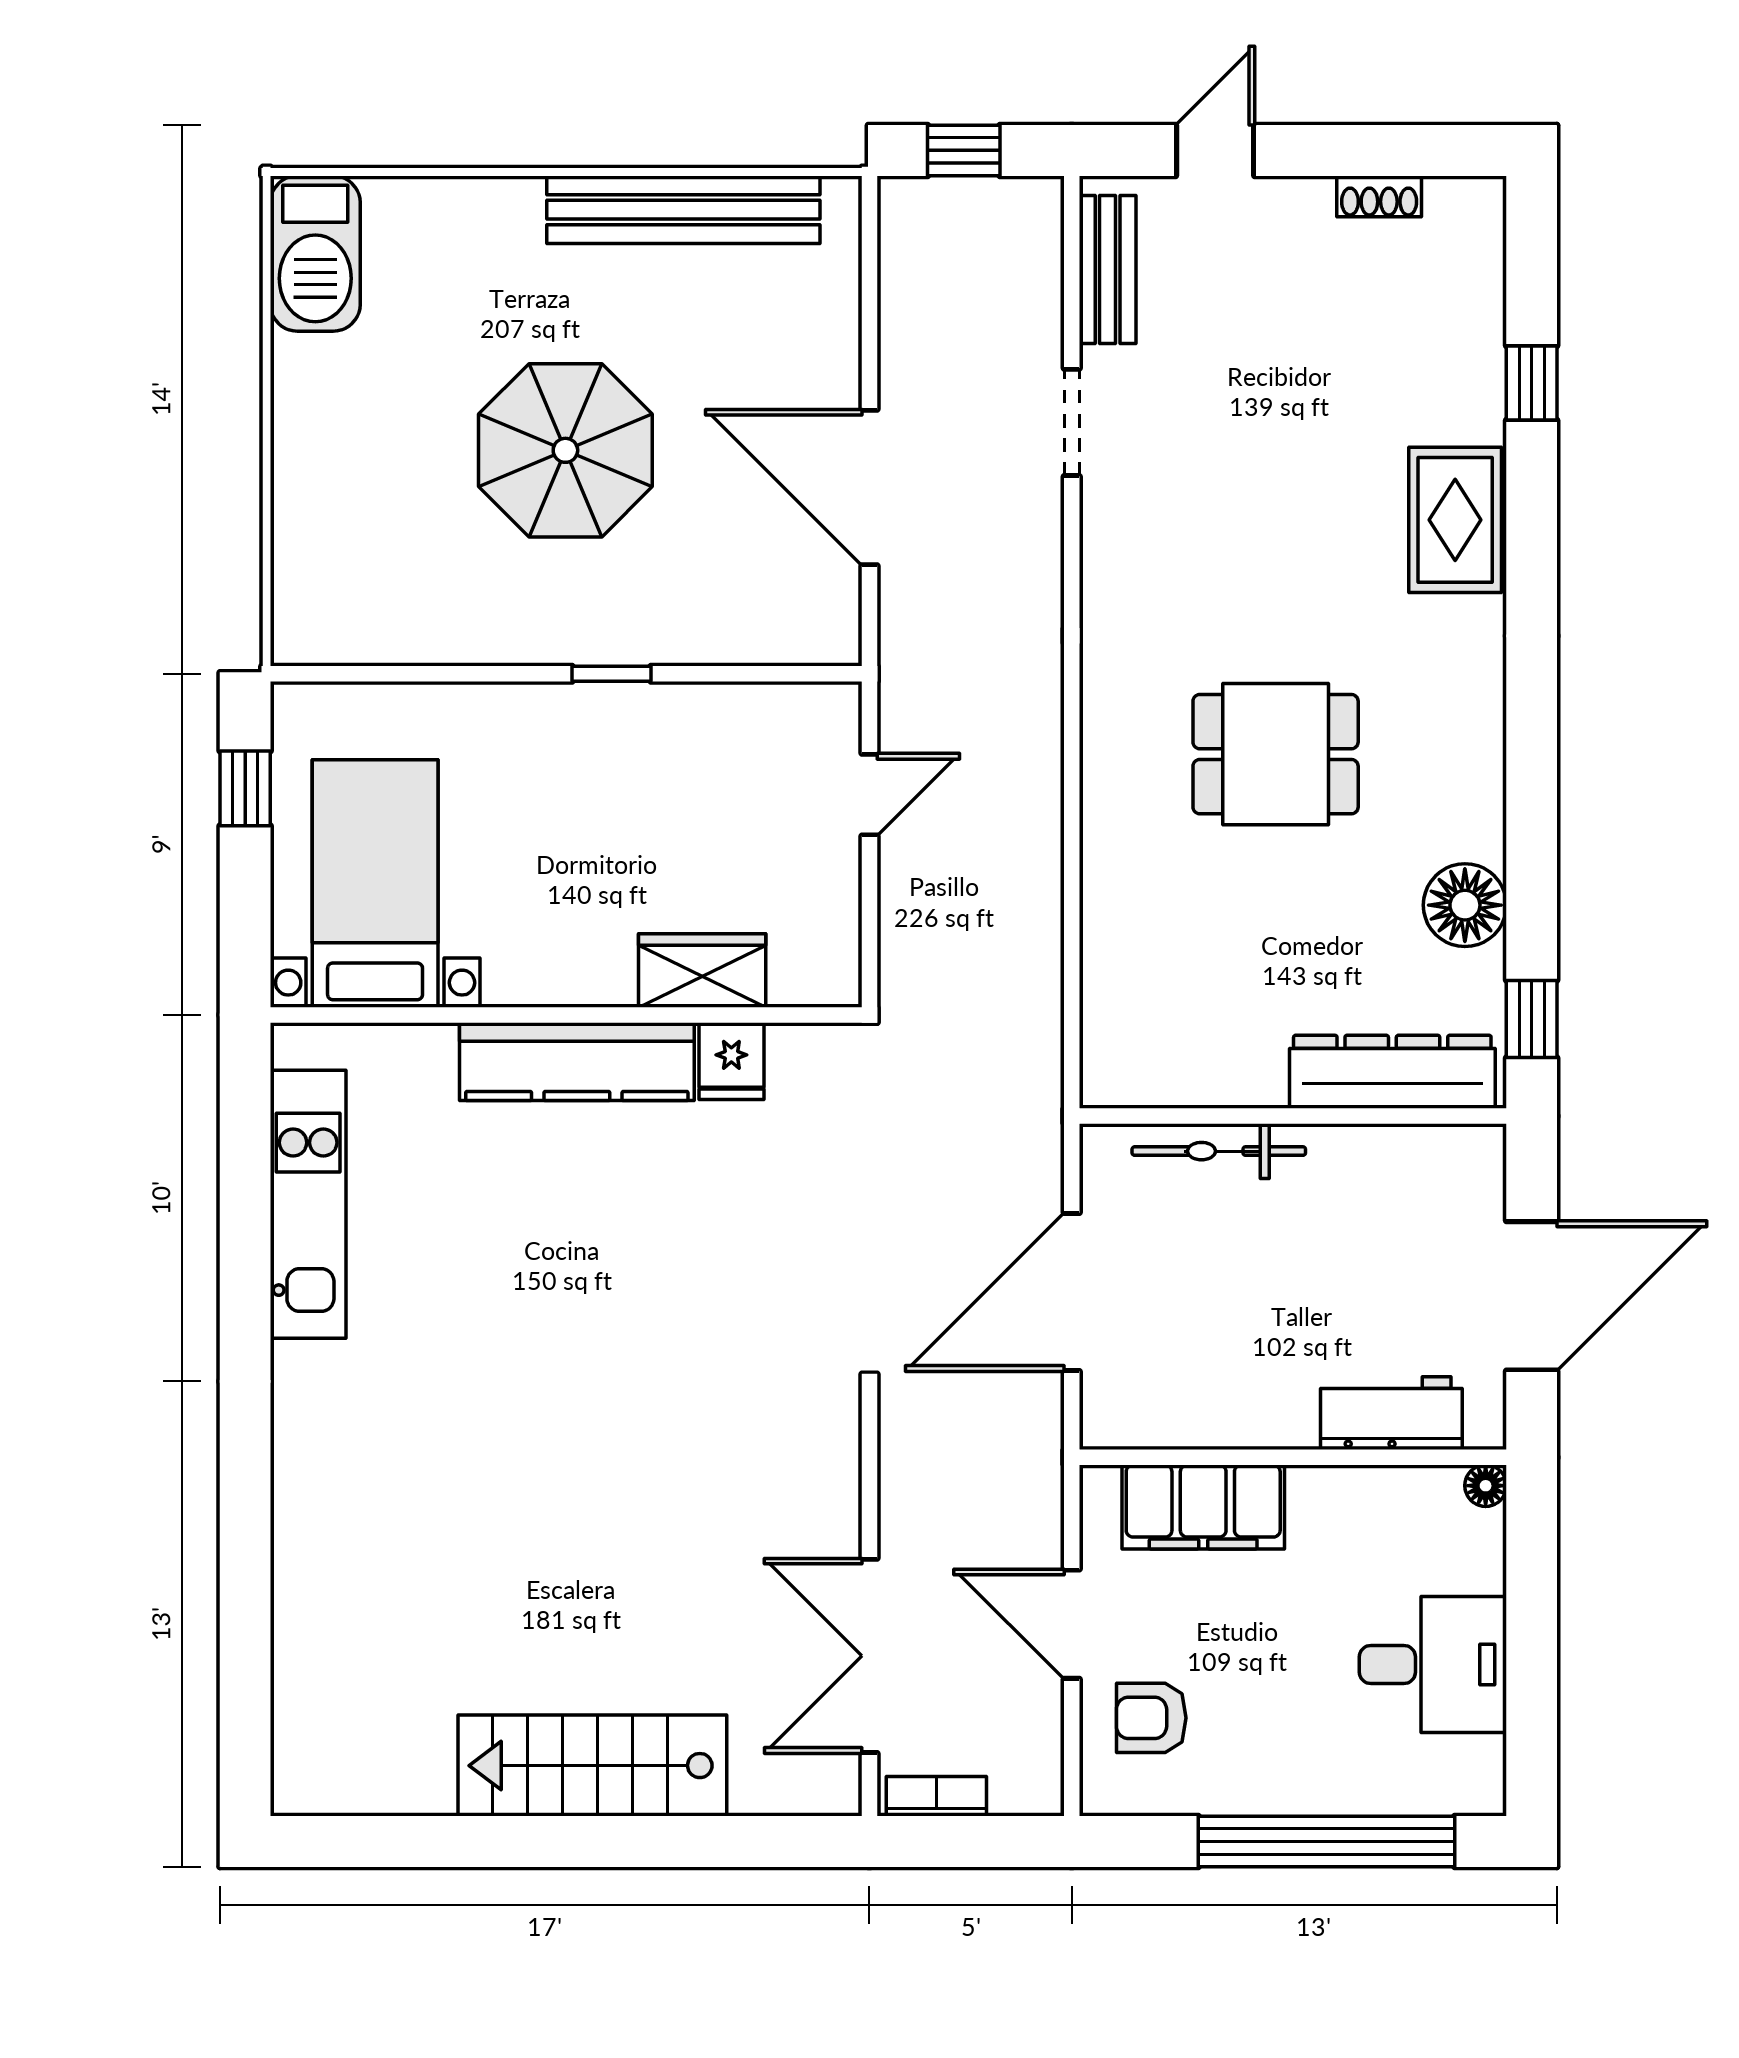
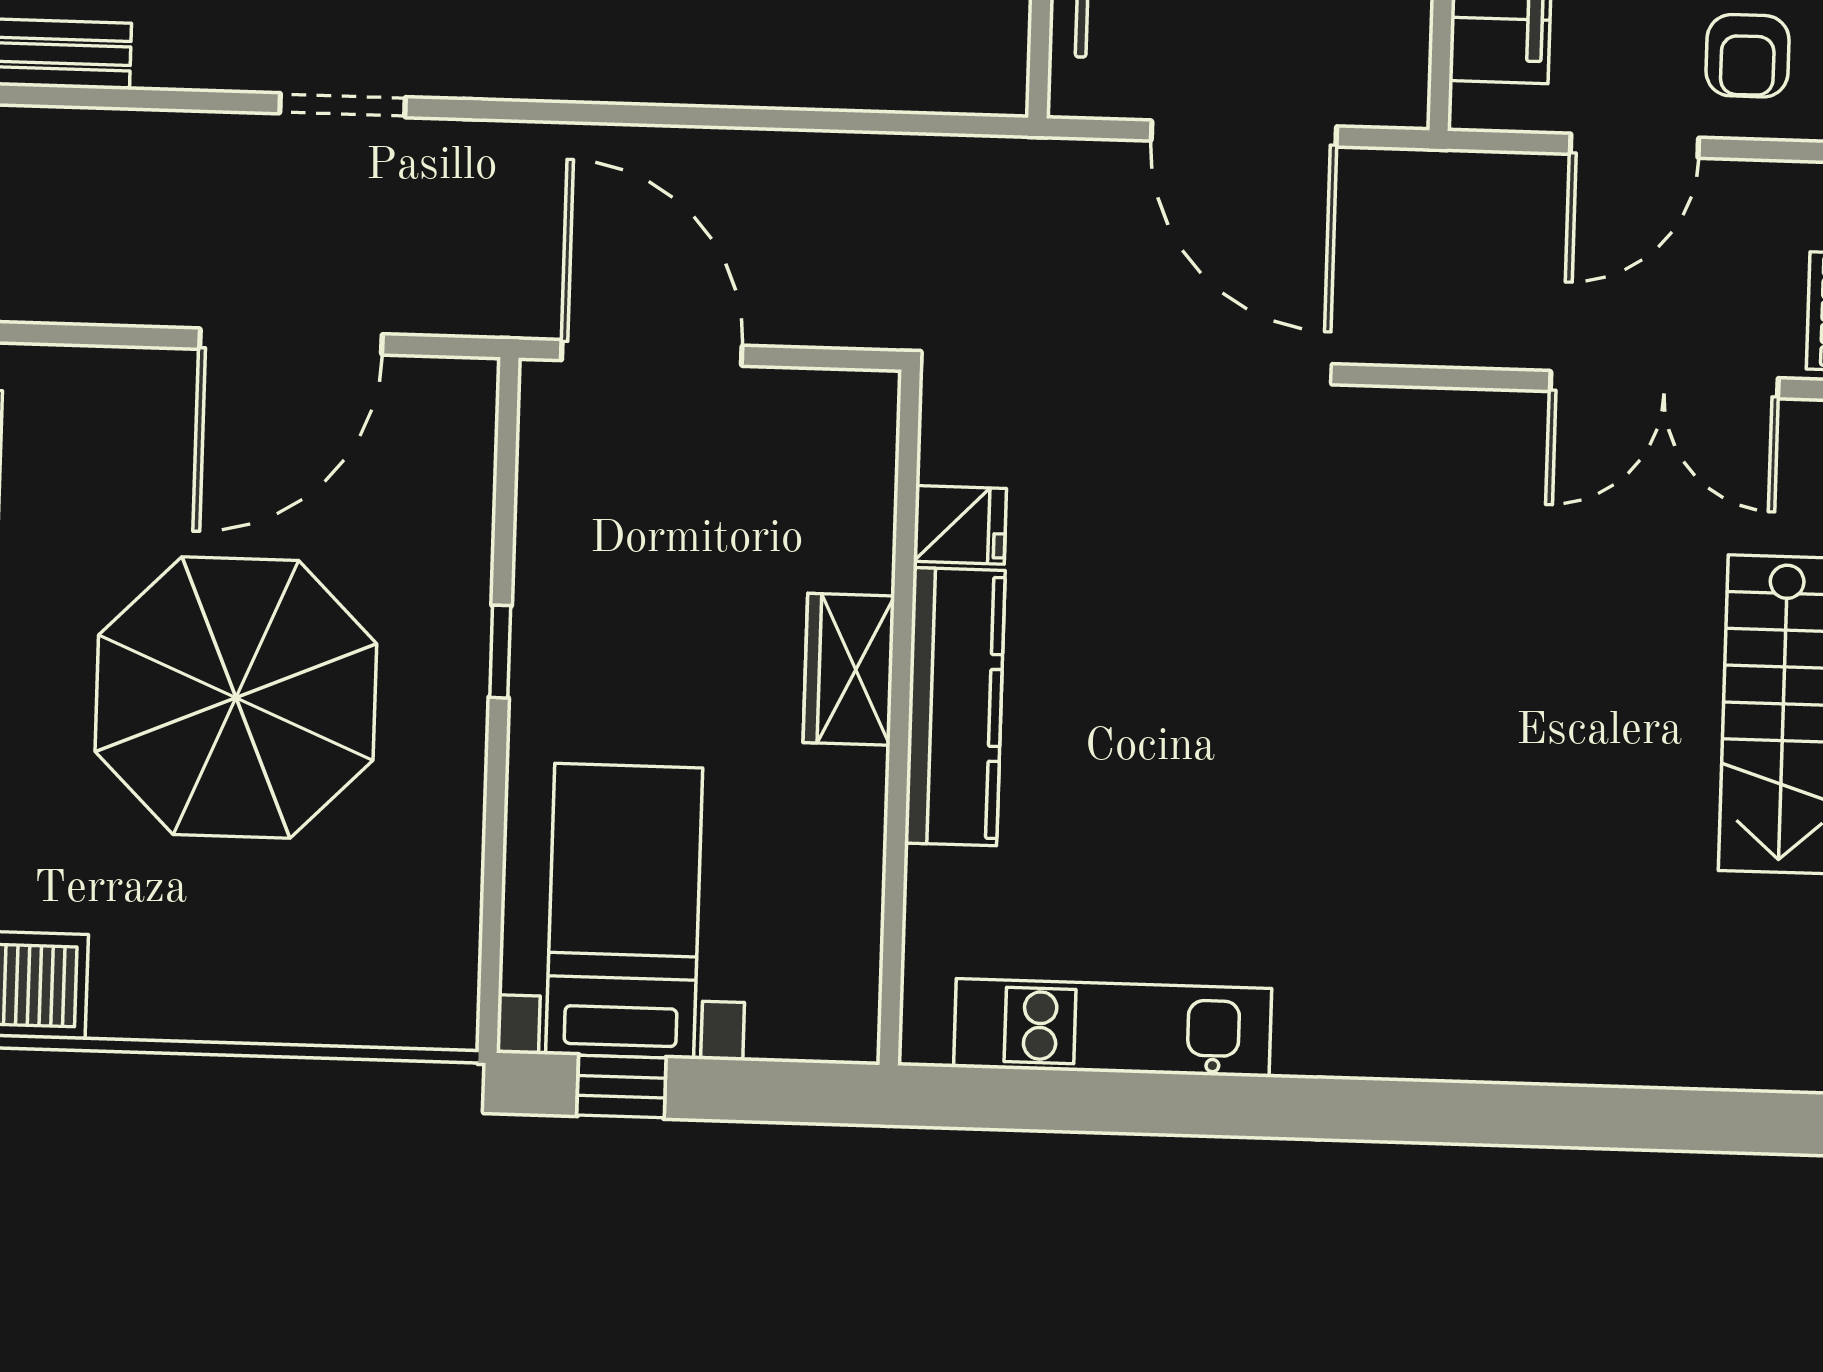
doorway: (1072, 422) -> (343, 105), moved
parasol: (565, 450) -> (236, 698), width x1.36, depth x1.36
door: (869, 795) -> (652, 353), width x1.87
bed with nightstands: (375, 883) -> (624, 911), moved, turned 90
wardrobe: (702, 970) -> (849, 669), moved

